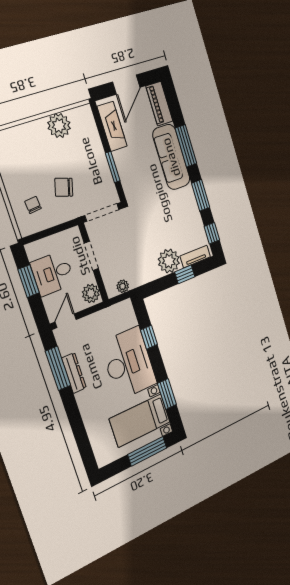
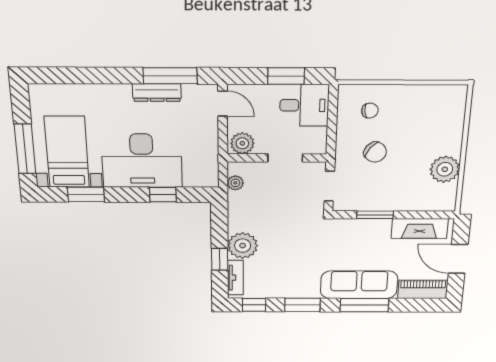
chair: (64, 187) -> (375, 152), turned 111
doorway: (102, 212) -> (329, 186), width x0.73
desk: (53, 273) -> (304, 105), moved, turned 90

